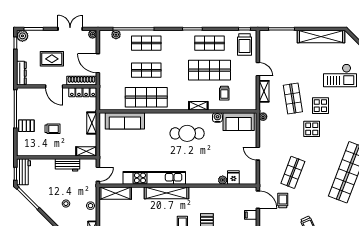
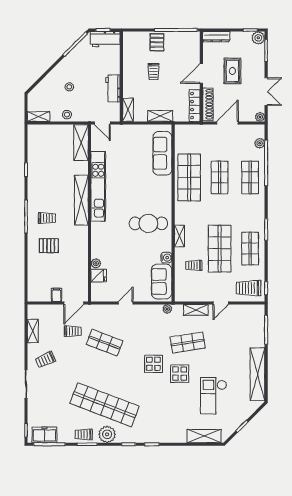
cafe table: (187, 133) -> (148, 223), turned 90

